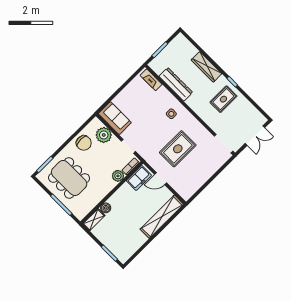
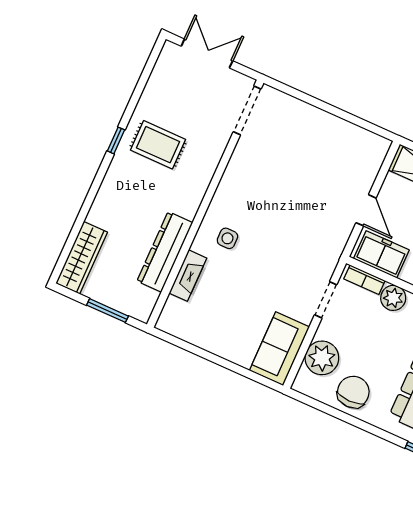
wardrobe: (207, 67) -> (82, 258), moved
fireplace: (151, 80) -> (188, 276), moved
rug: (178, 149) -> (293, 198), removed

